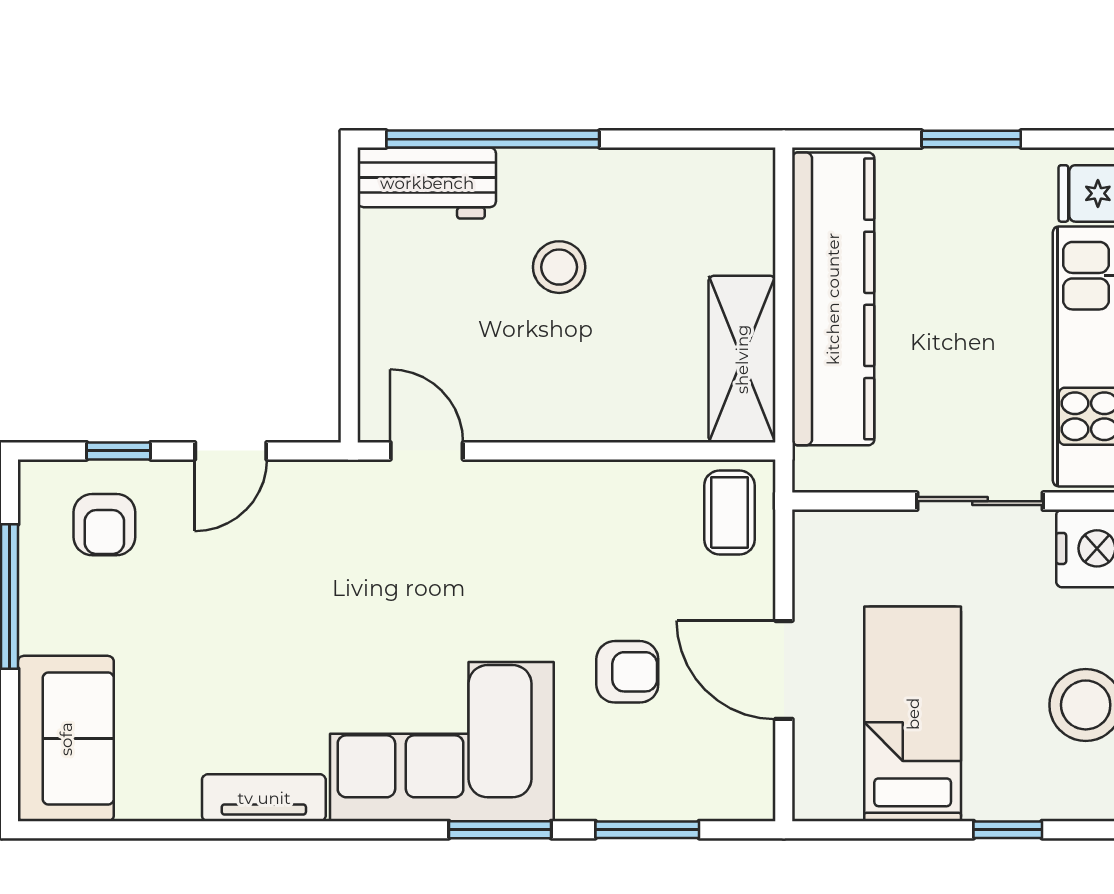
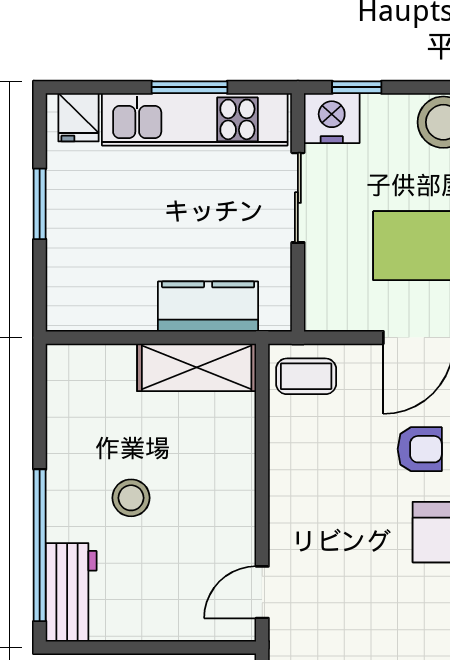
kitchen counter: (833, 299) -> (208, 307), width x0.48, depth x0.86
armchair: (627, 672) -> (420, 449), turned 90

